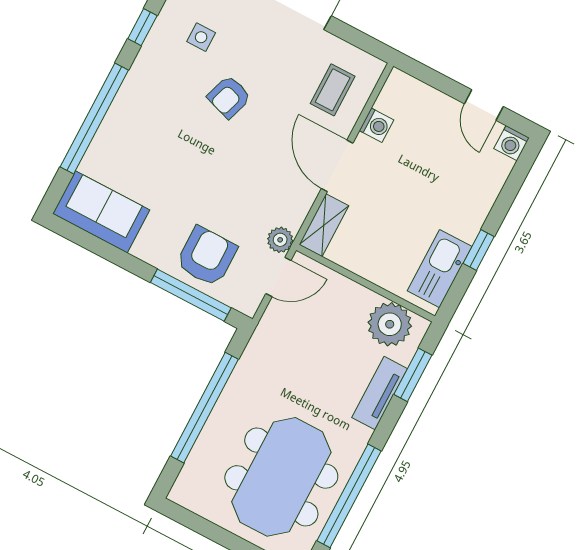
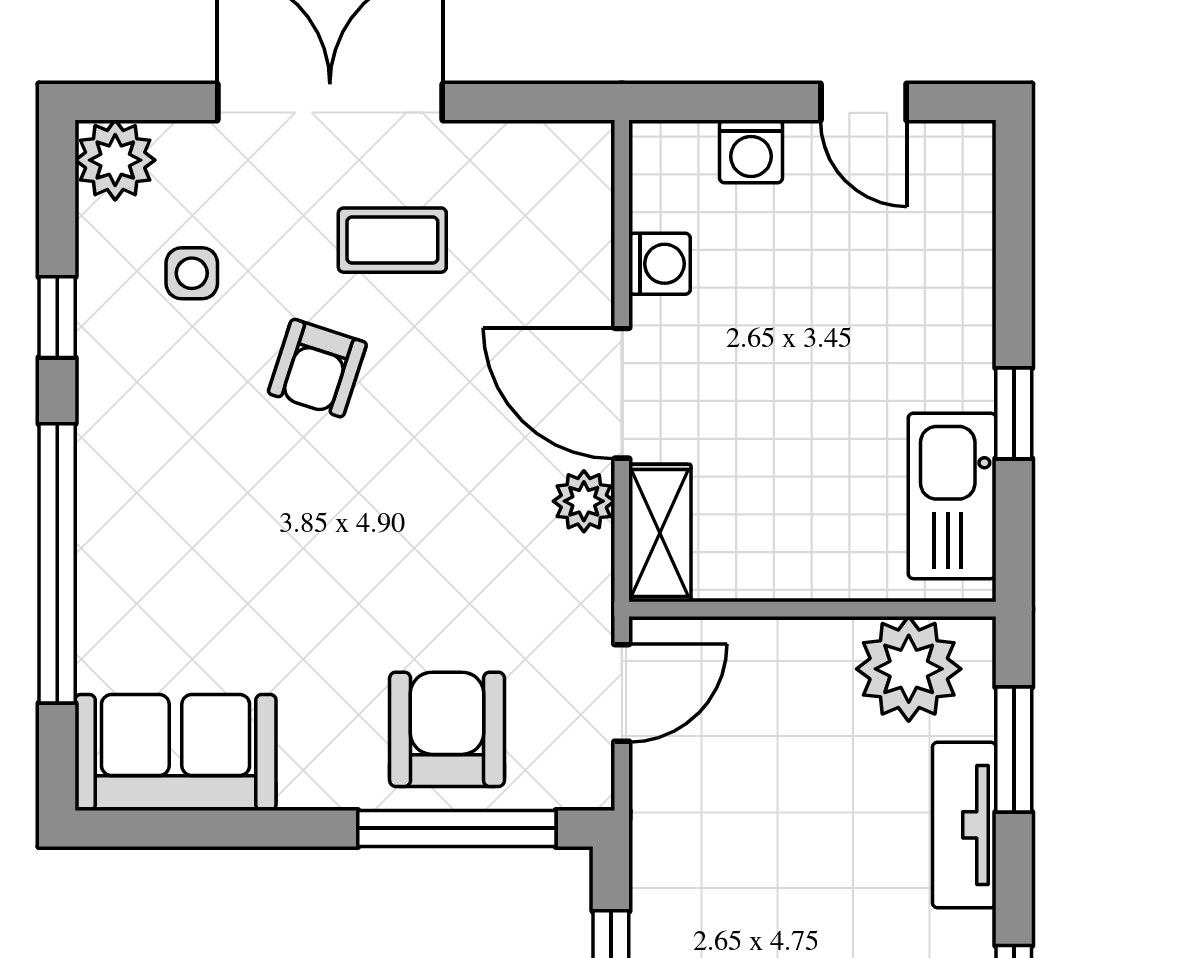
coffee table: (333, 90) -> (392, 240), moved, turned 90
washing machine: (512, 143) -> (751, 151), moved
plant: (280, 240) -> (584, 501), moved

